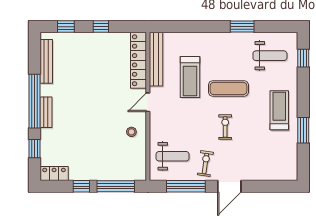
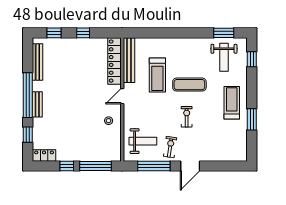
window: (242, 27) -> (224, 33), moved
weight bench: (270, 56) -> (224, 57), turned 90

